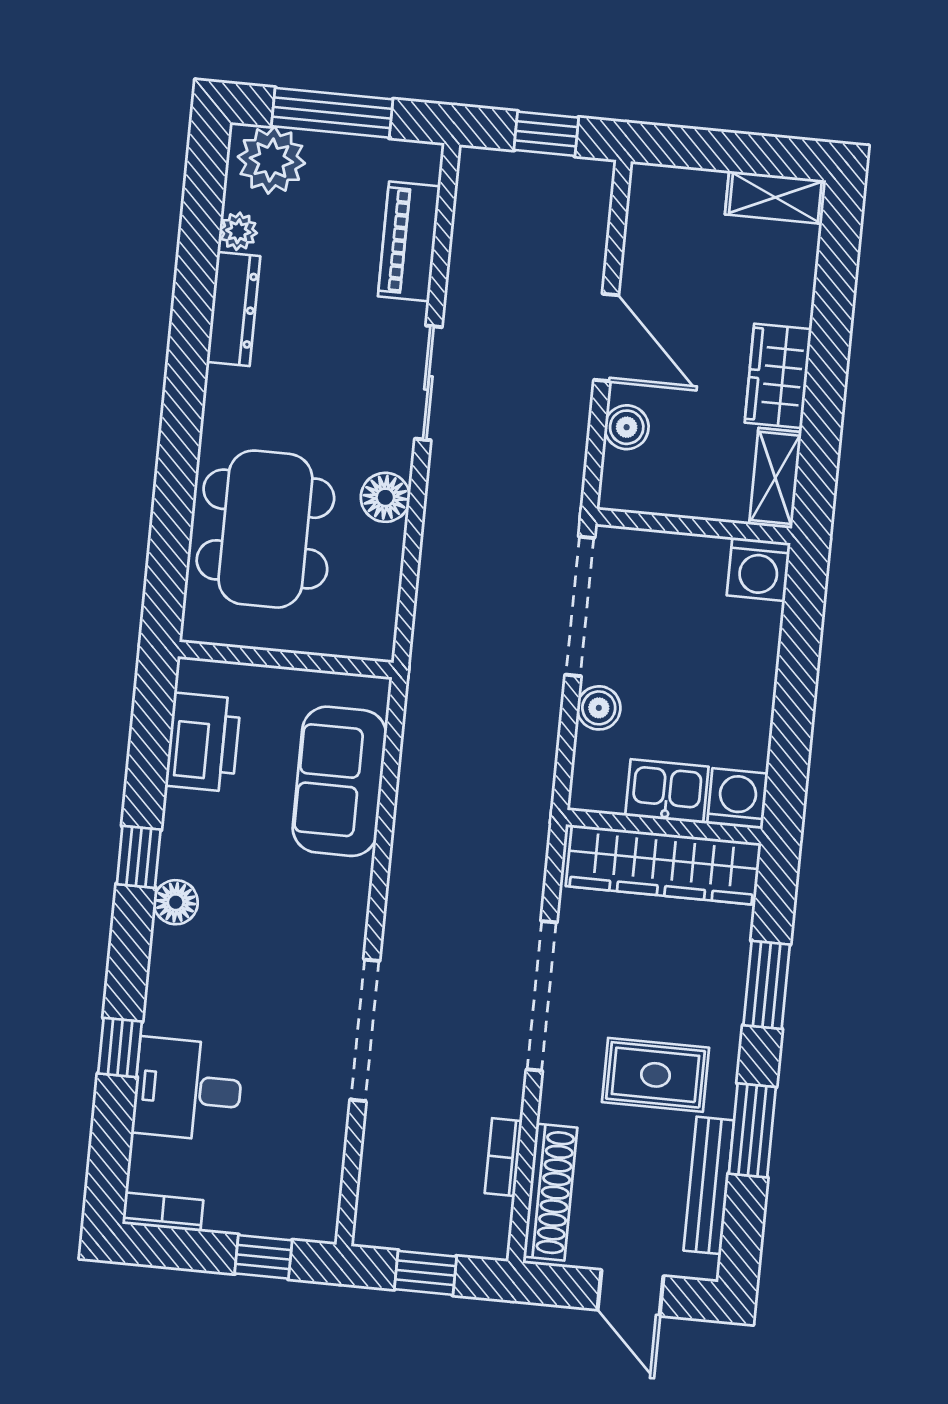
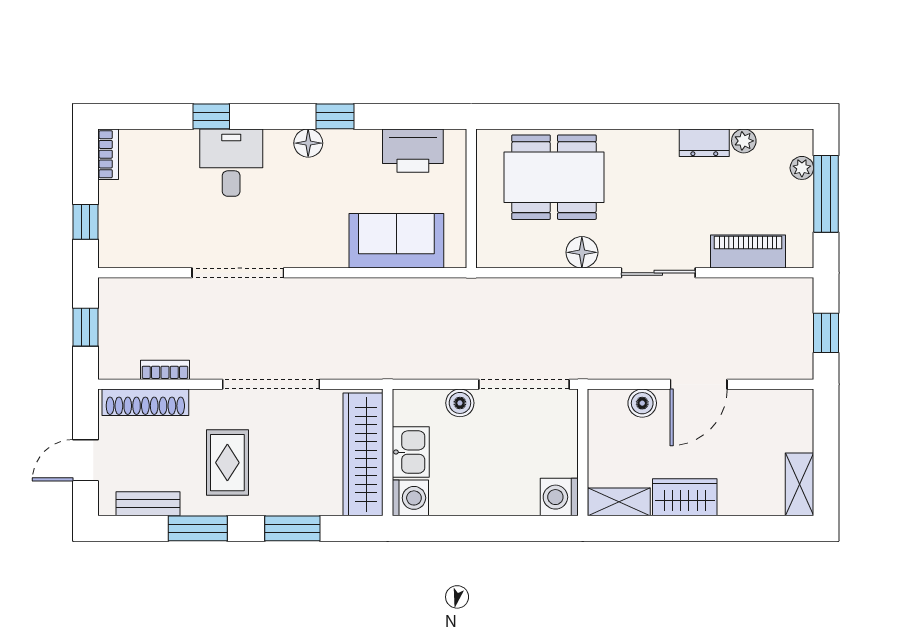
plant: (271, 160) -> (802, 168), width x0.53, depth x0.53
dresser: (233, 309) -> (704, 143), width x0.70
desk: (188, 1089) -> (231, 163), moved
bench: (709, 1185) -> (148, 504), width x0.73

